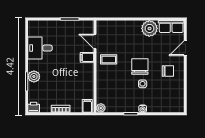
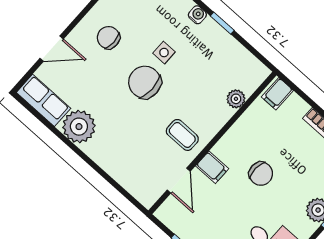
chair: (140, 67) -> (145, 82), turned 90
chair: (67, 71) -> (261, 174), added
plant: (101, 108) -> (236, 99), moved

